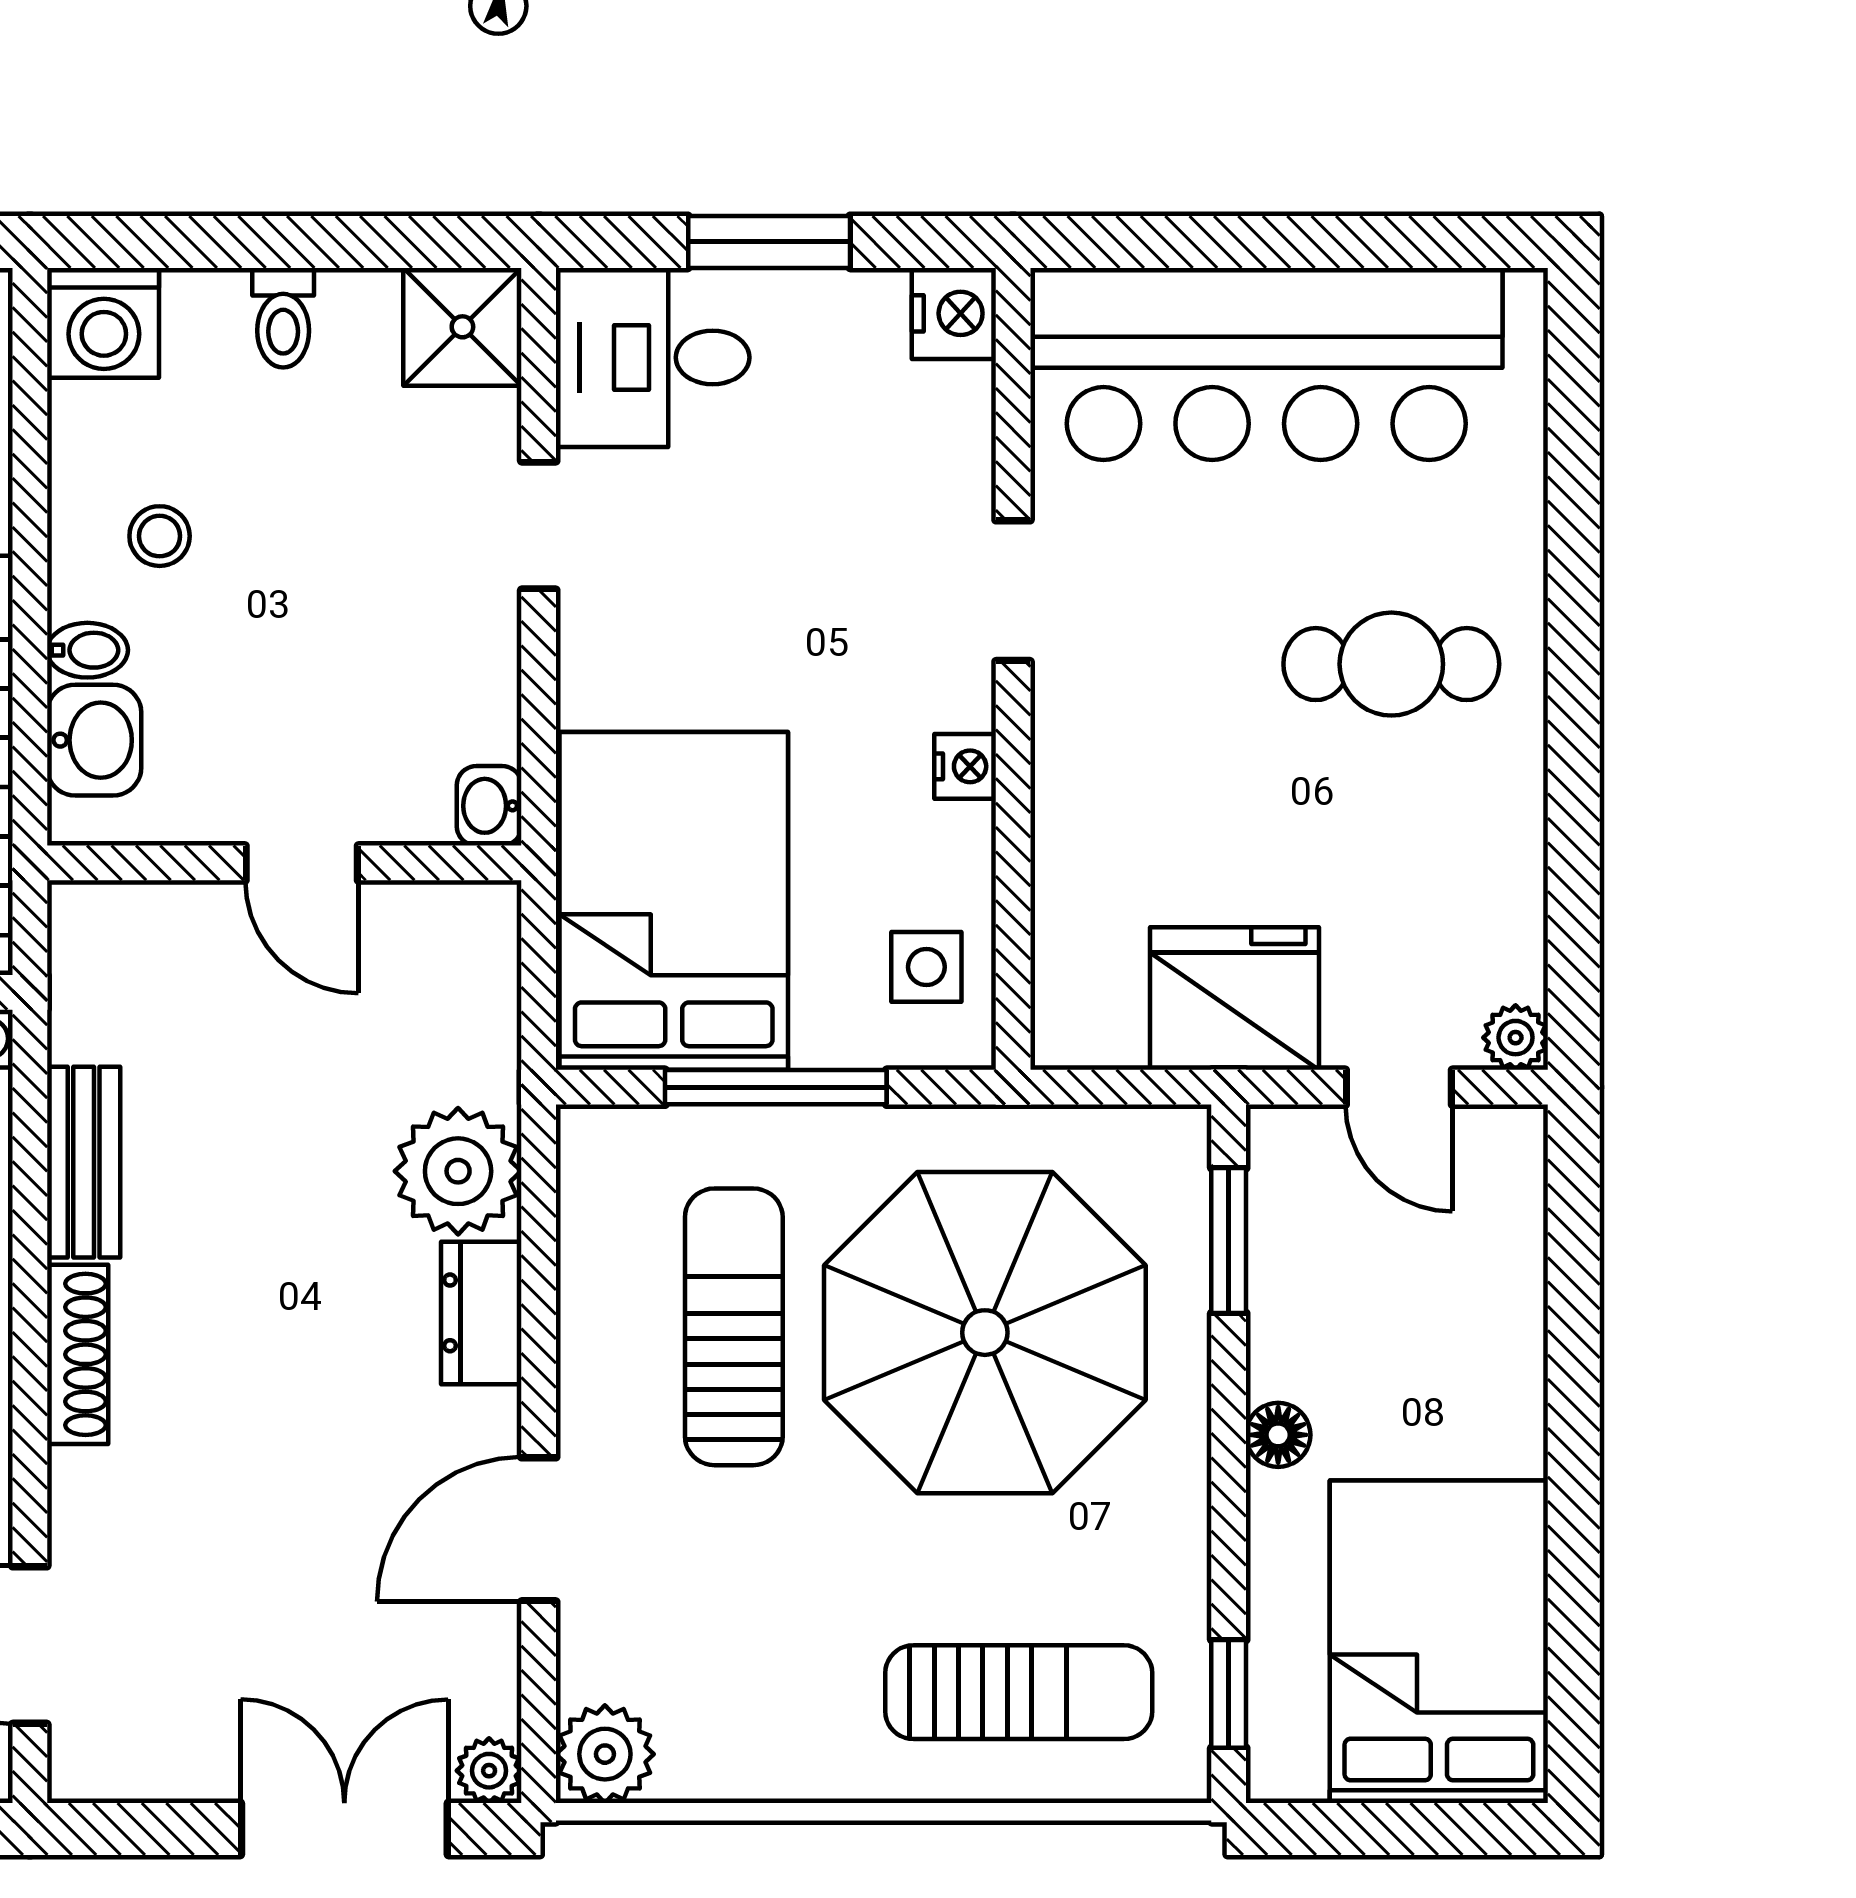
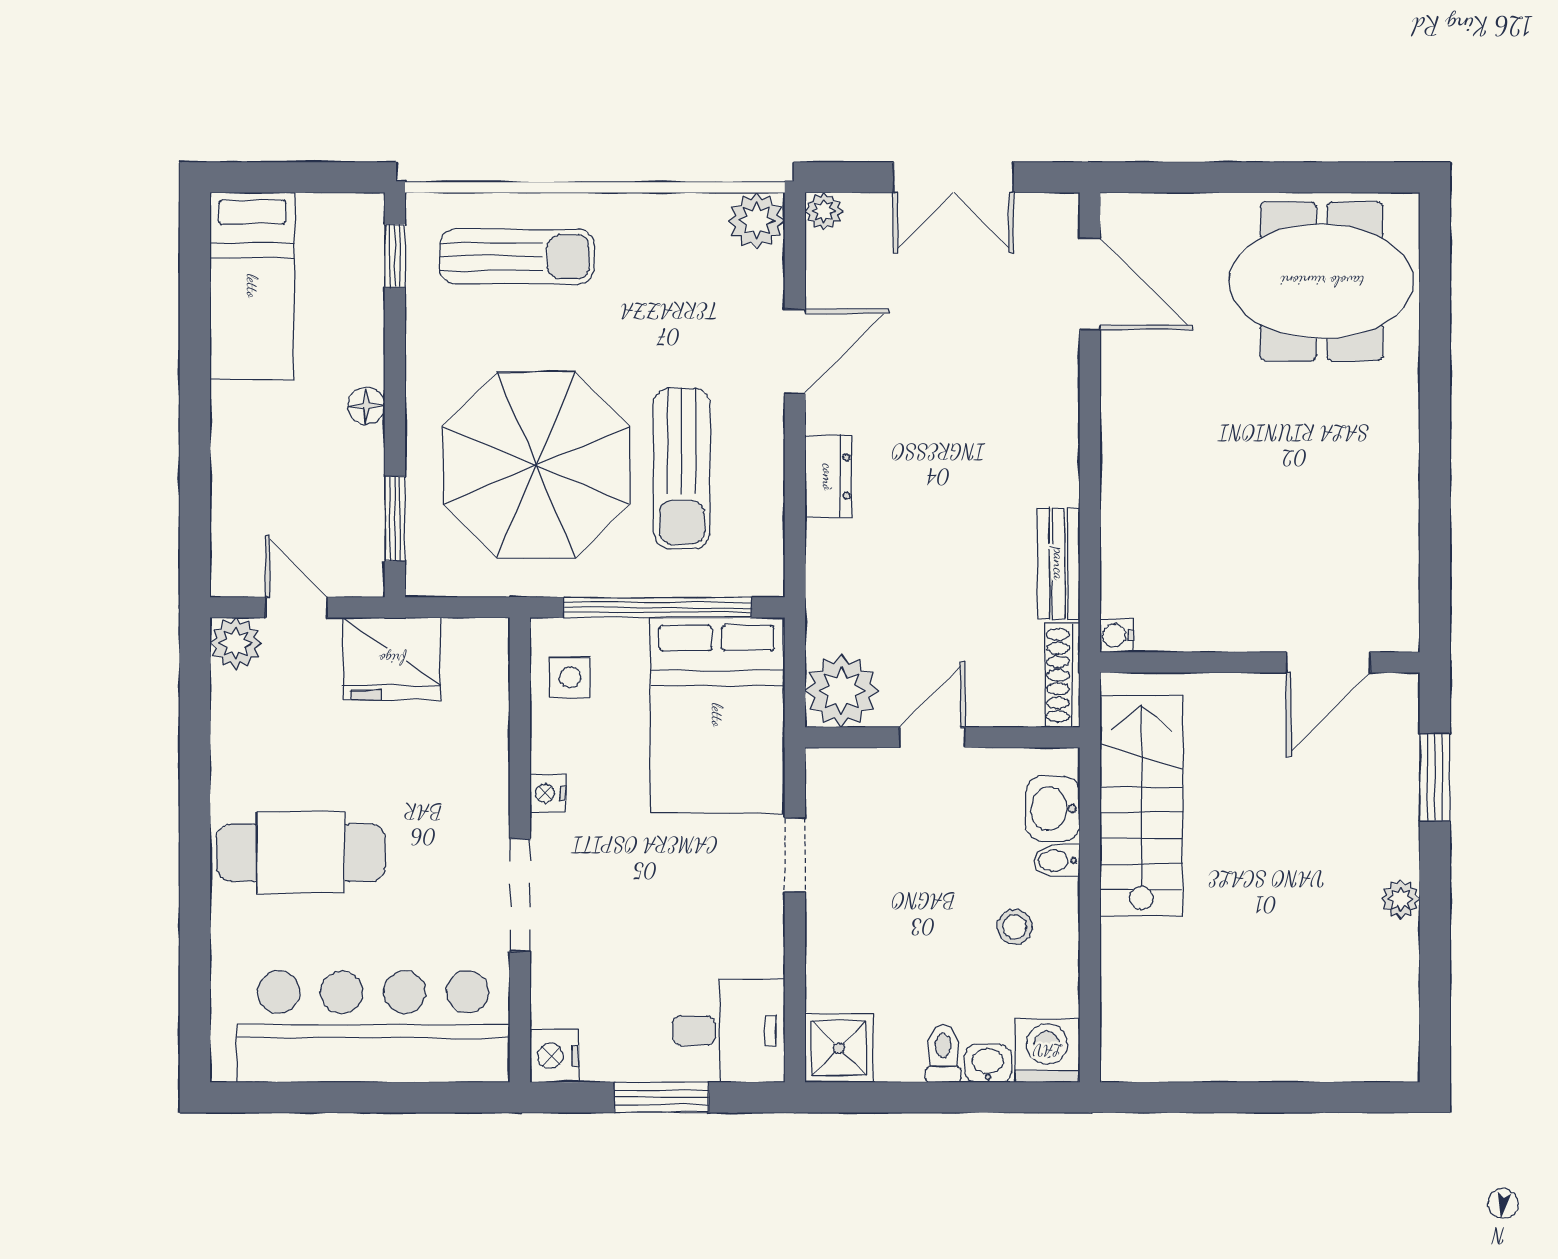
doorway: (539, 525) -> (795, 855), moved
doorway: (1013, 591) -> (520, 895), width x1.38
cafe table: (1391, 664) -> (301, 853), width x1.37, depth x1.35
washbasin: (489, 806) -> (988, 1064), moved, turned -90
door: (302, 863) -> (932, 737), hinge flipped
plant: (1516, 1038) -> (236, 643), width x1.38, depth x1.38
window: (776, 1087) -> (657, 607), width x1.46
plant: (458, 1171) -> (842, 691), moved
shoe rack: (78, 1354) -> (1062, 675), moved
bed: (1439, 1642) -> (252, 286), width x0.67
sun lounger: (1019, 1692) -> (517, 257), turned 180
double door: (344, 1829) -> (953, 177), moved

